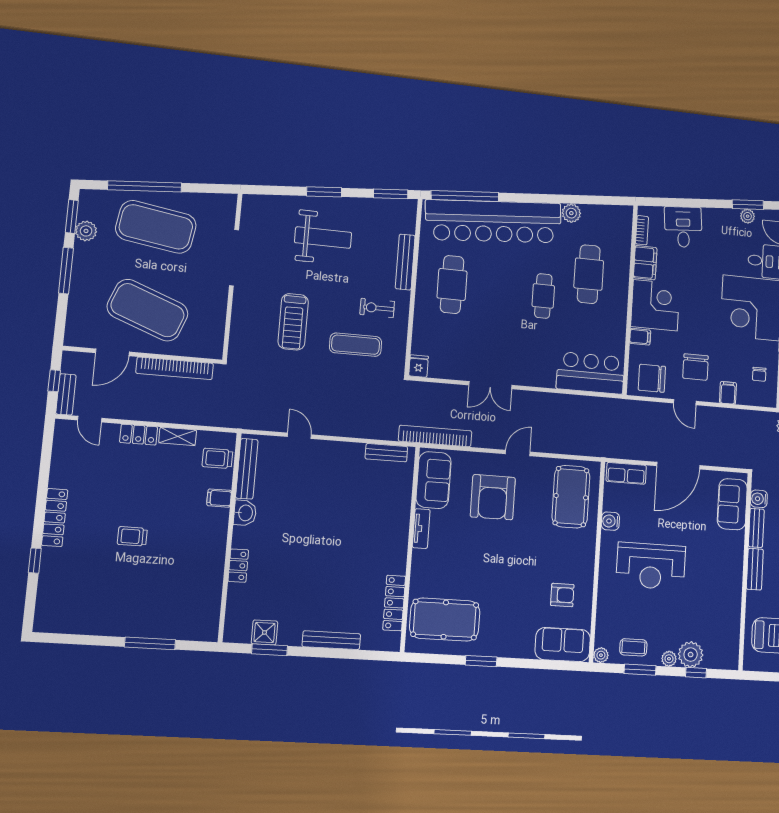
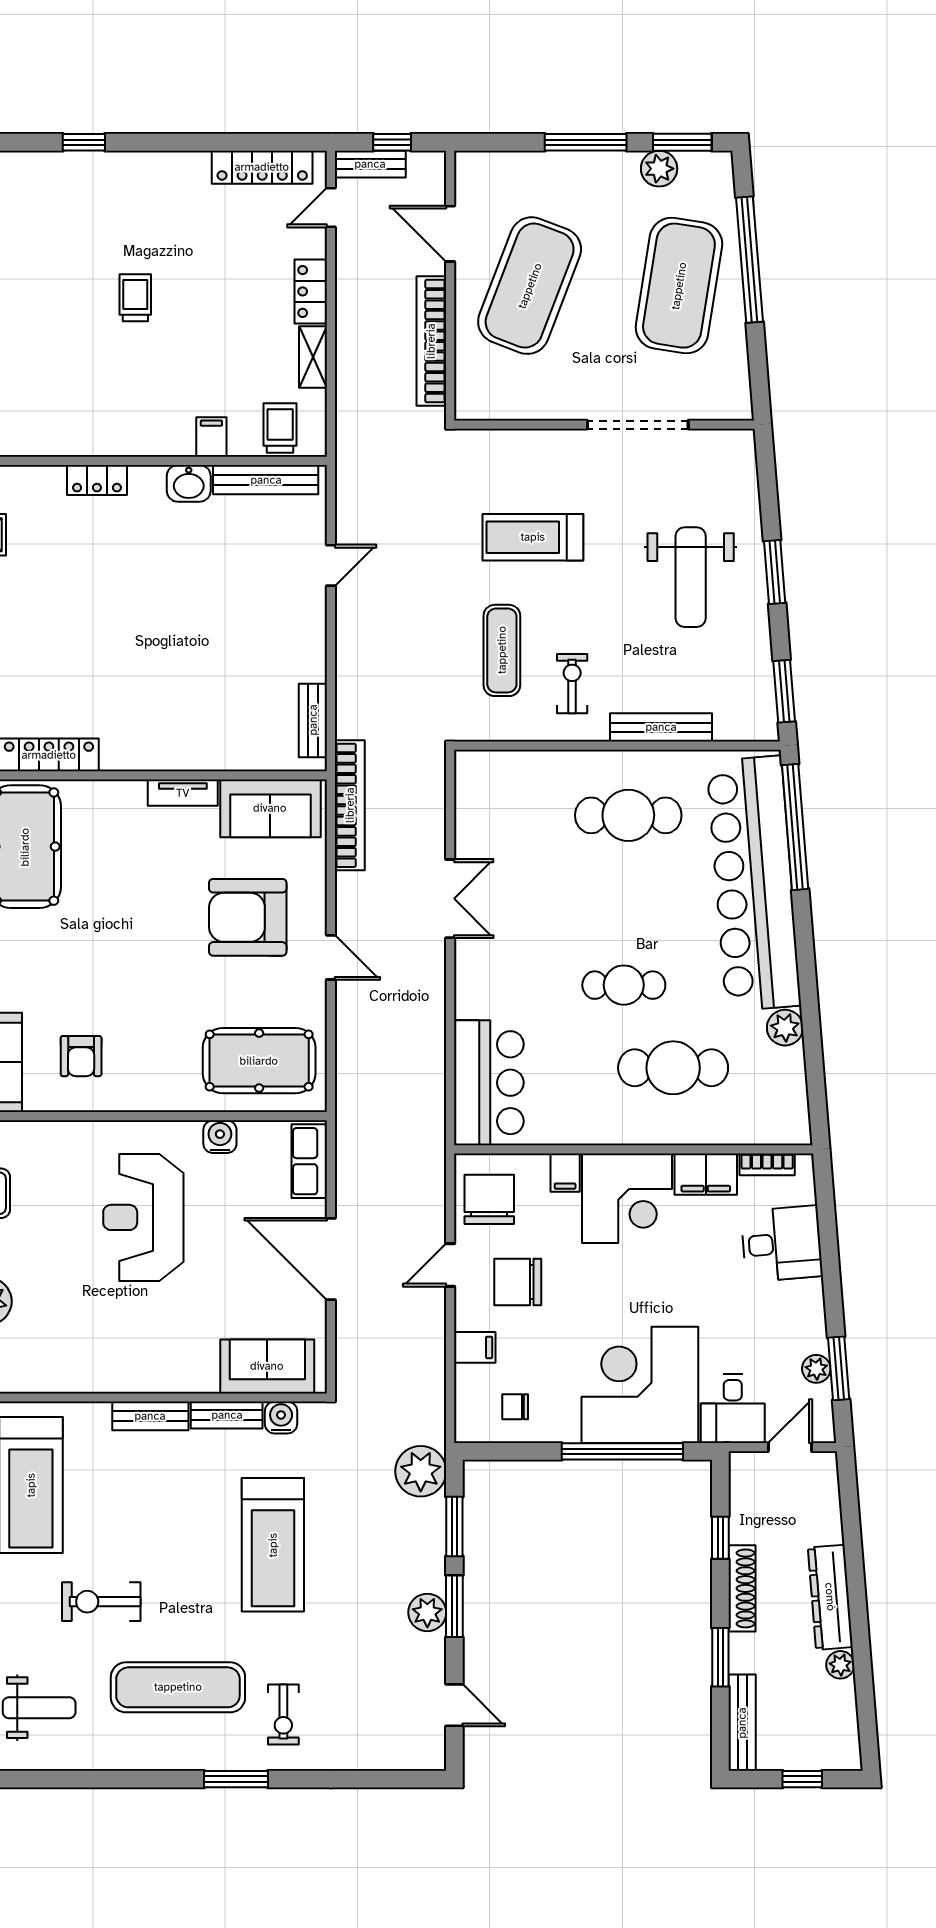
fridge: (419, 366) -> (474, 766), removed
double door: (490, 385) -> (450, 899), swing flipped
locker: (55, 518) -> (262, 167), moved

